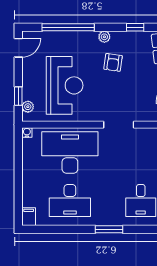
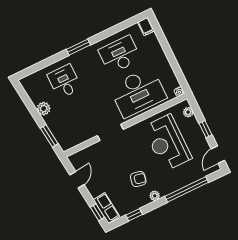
armchair: (113, 62) -> (138, 179), turned 94
window: (18, 96) -> (206, 129), moved

